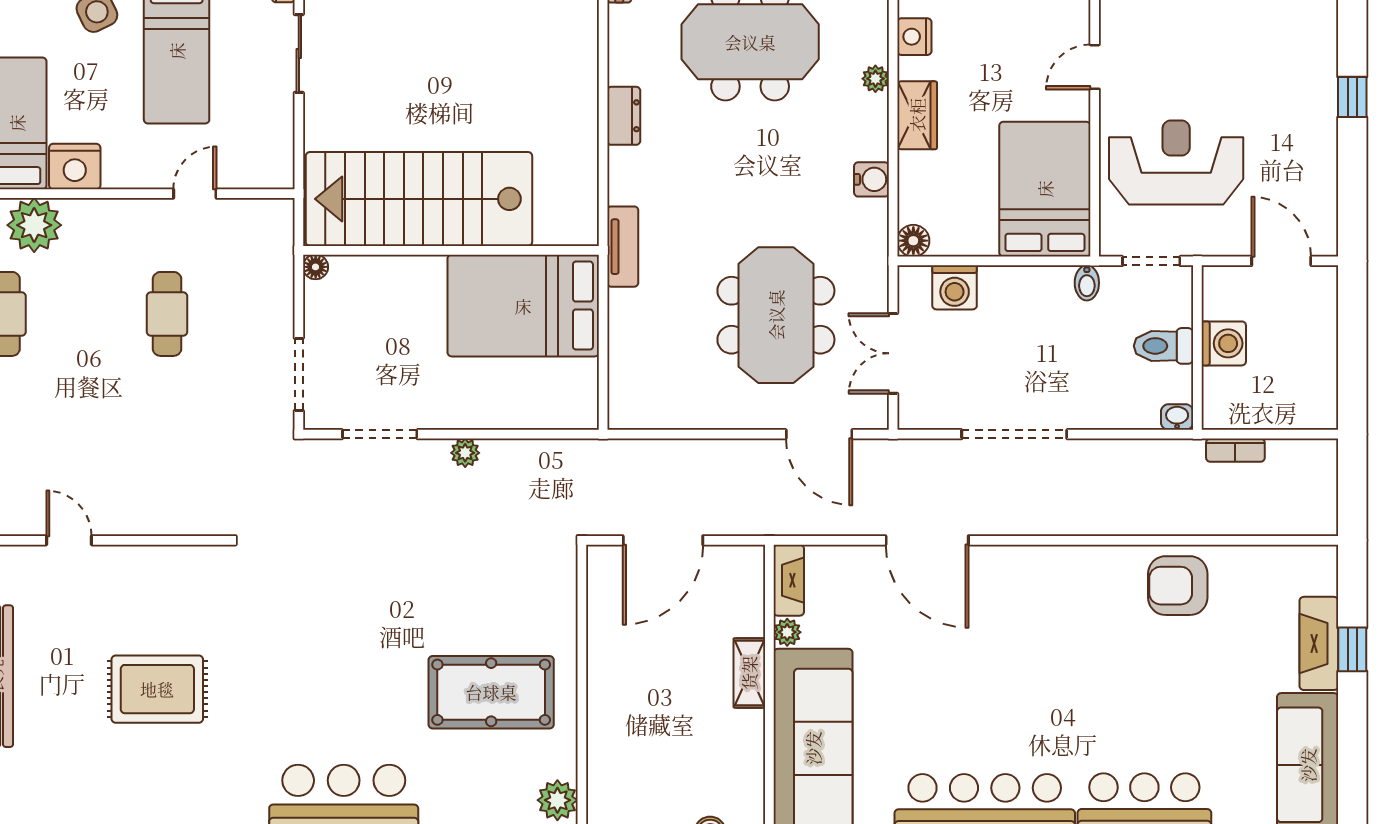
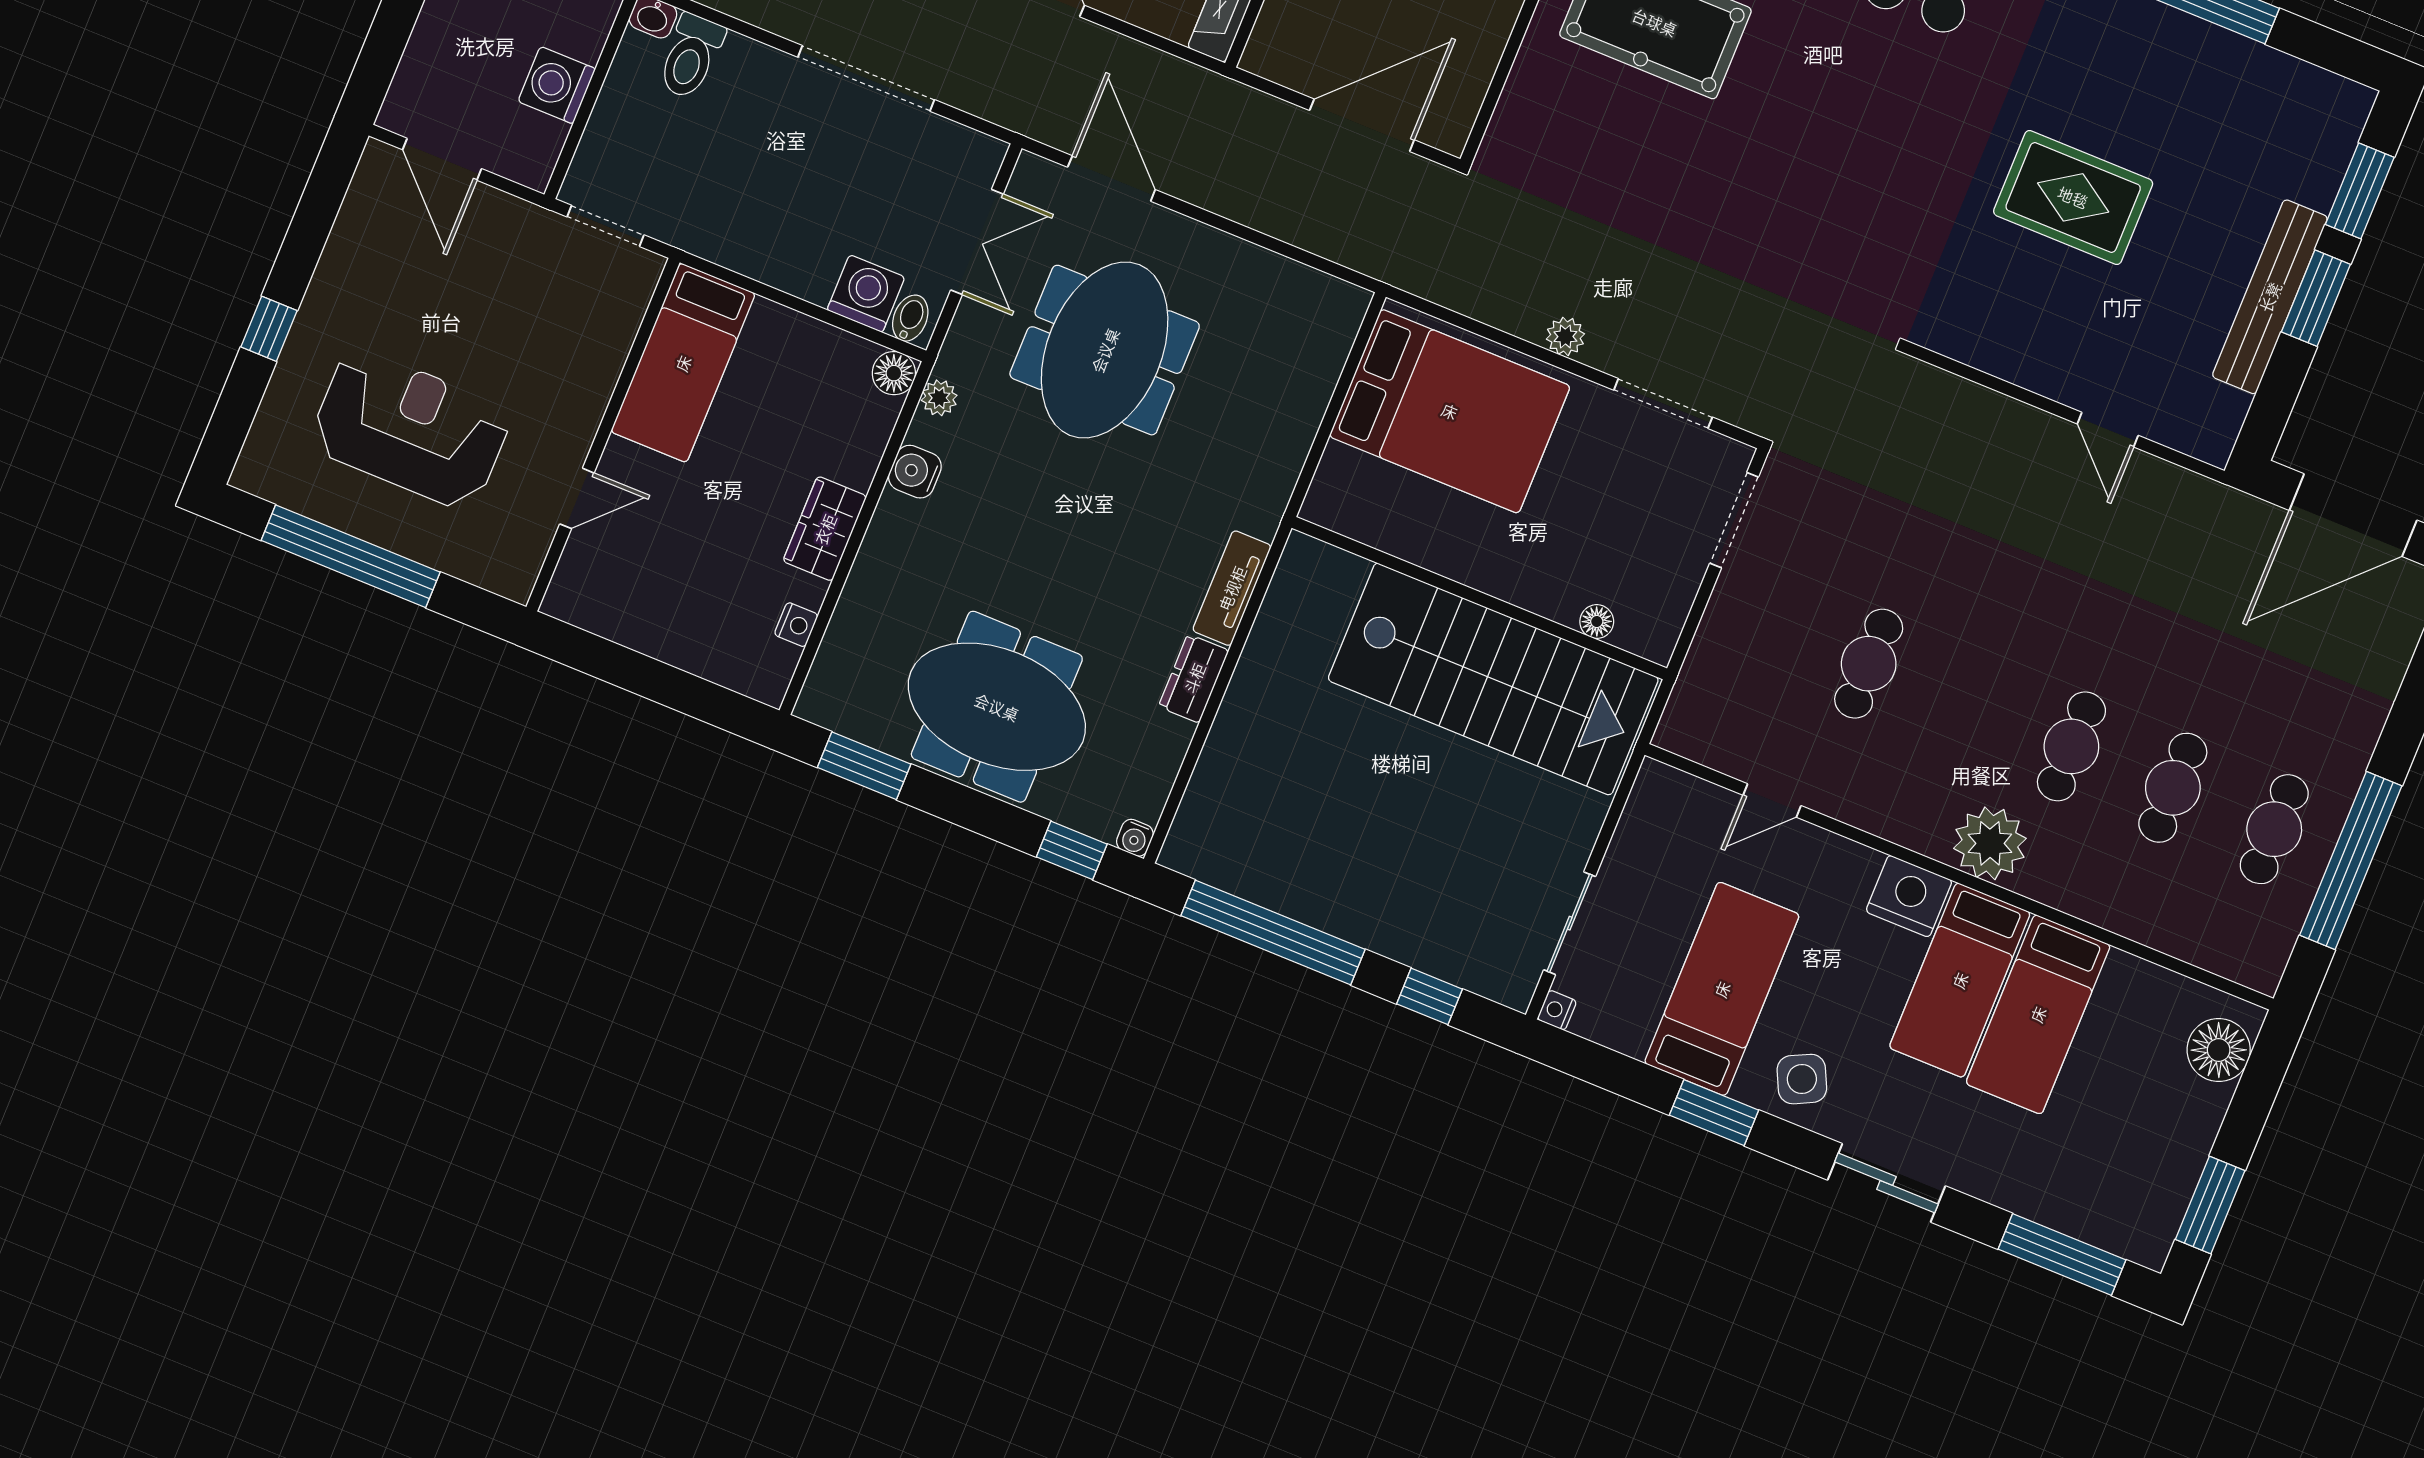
nightstand: (914, 37) -> (796, 625), width x0.72, depth x0.74
plant: (875, 79) -> (939, 398), moved
reception desk: (1176, 162) -> (410, 429), moved, turned 180
bed: (1045, 189) -> (683, 363), width x0.67
tv unit: (623, 247) -> (1232, 588), moved
floor lamp: (316, 267) -> (1597, 622), moved
bidet: (1087, 283) -> (910, 318), moved
bed: (523, 306) -> (1450, 411), moved
toilet: (1164, 346) -> (691, 56), moved, turned 90

